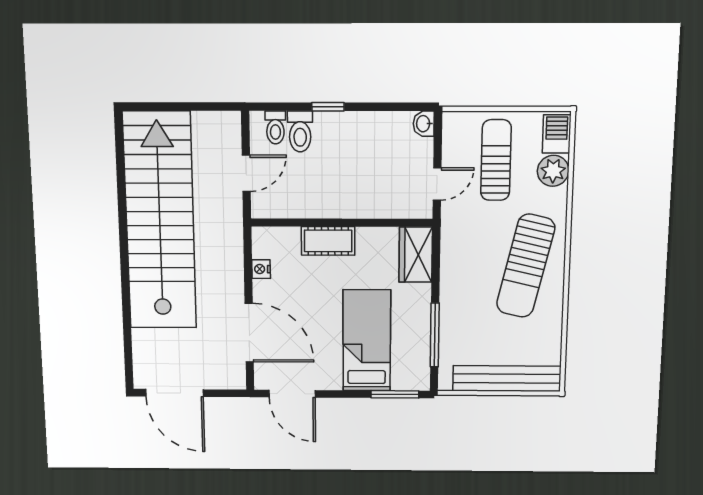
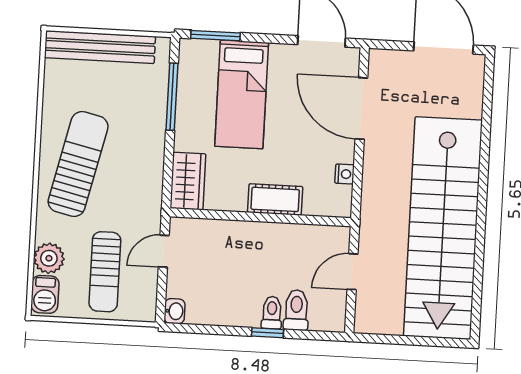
toilet: (275, 127) -> (272, 313), moved

